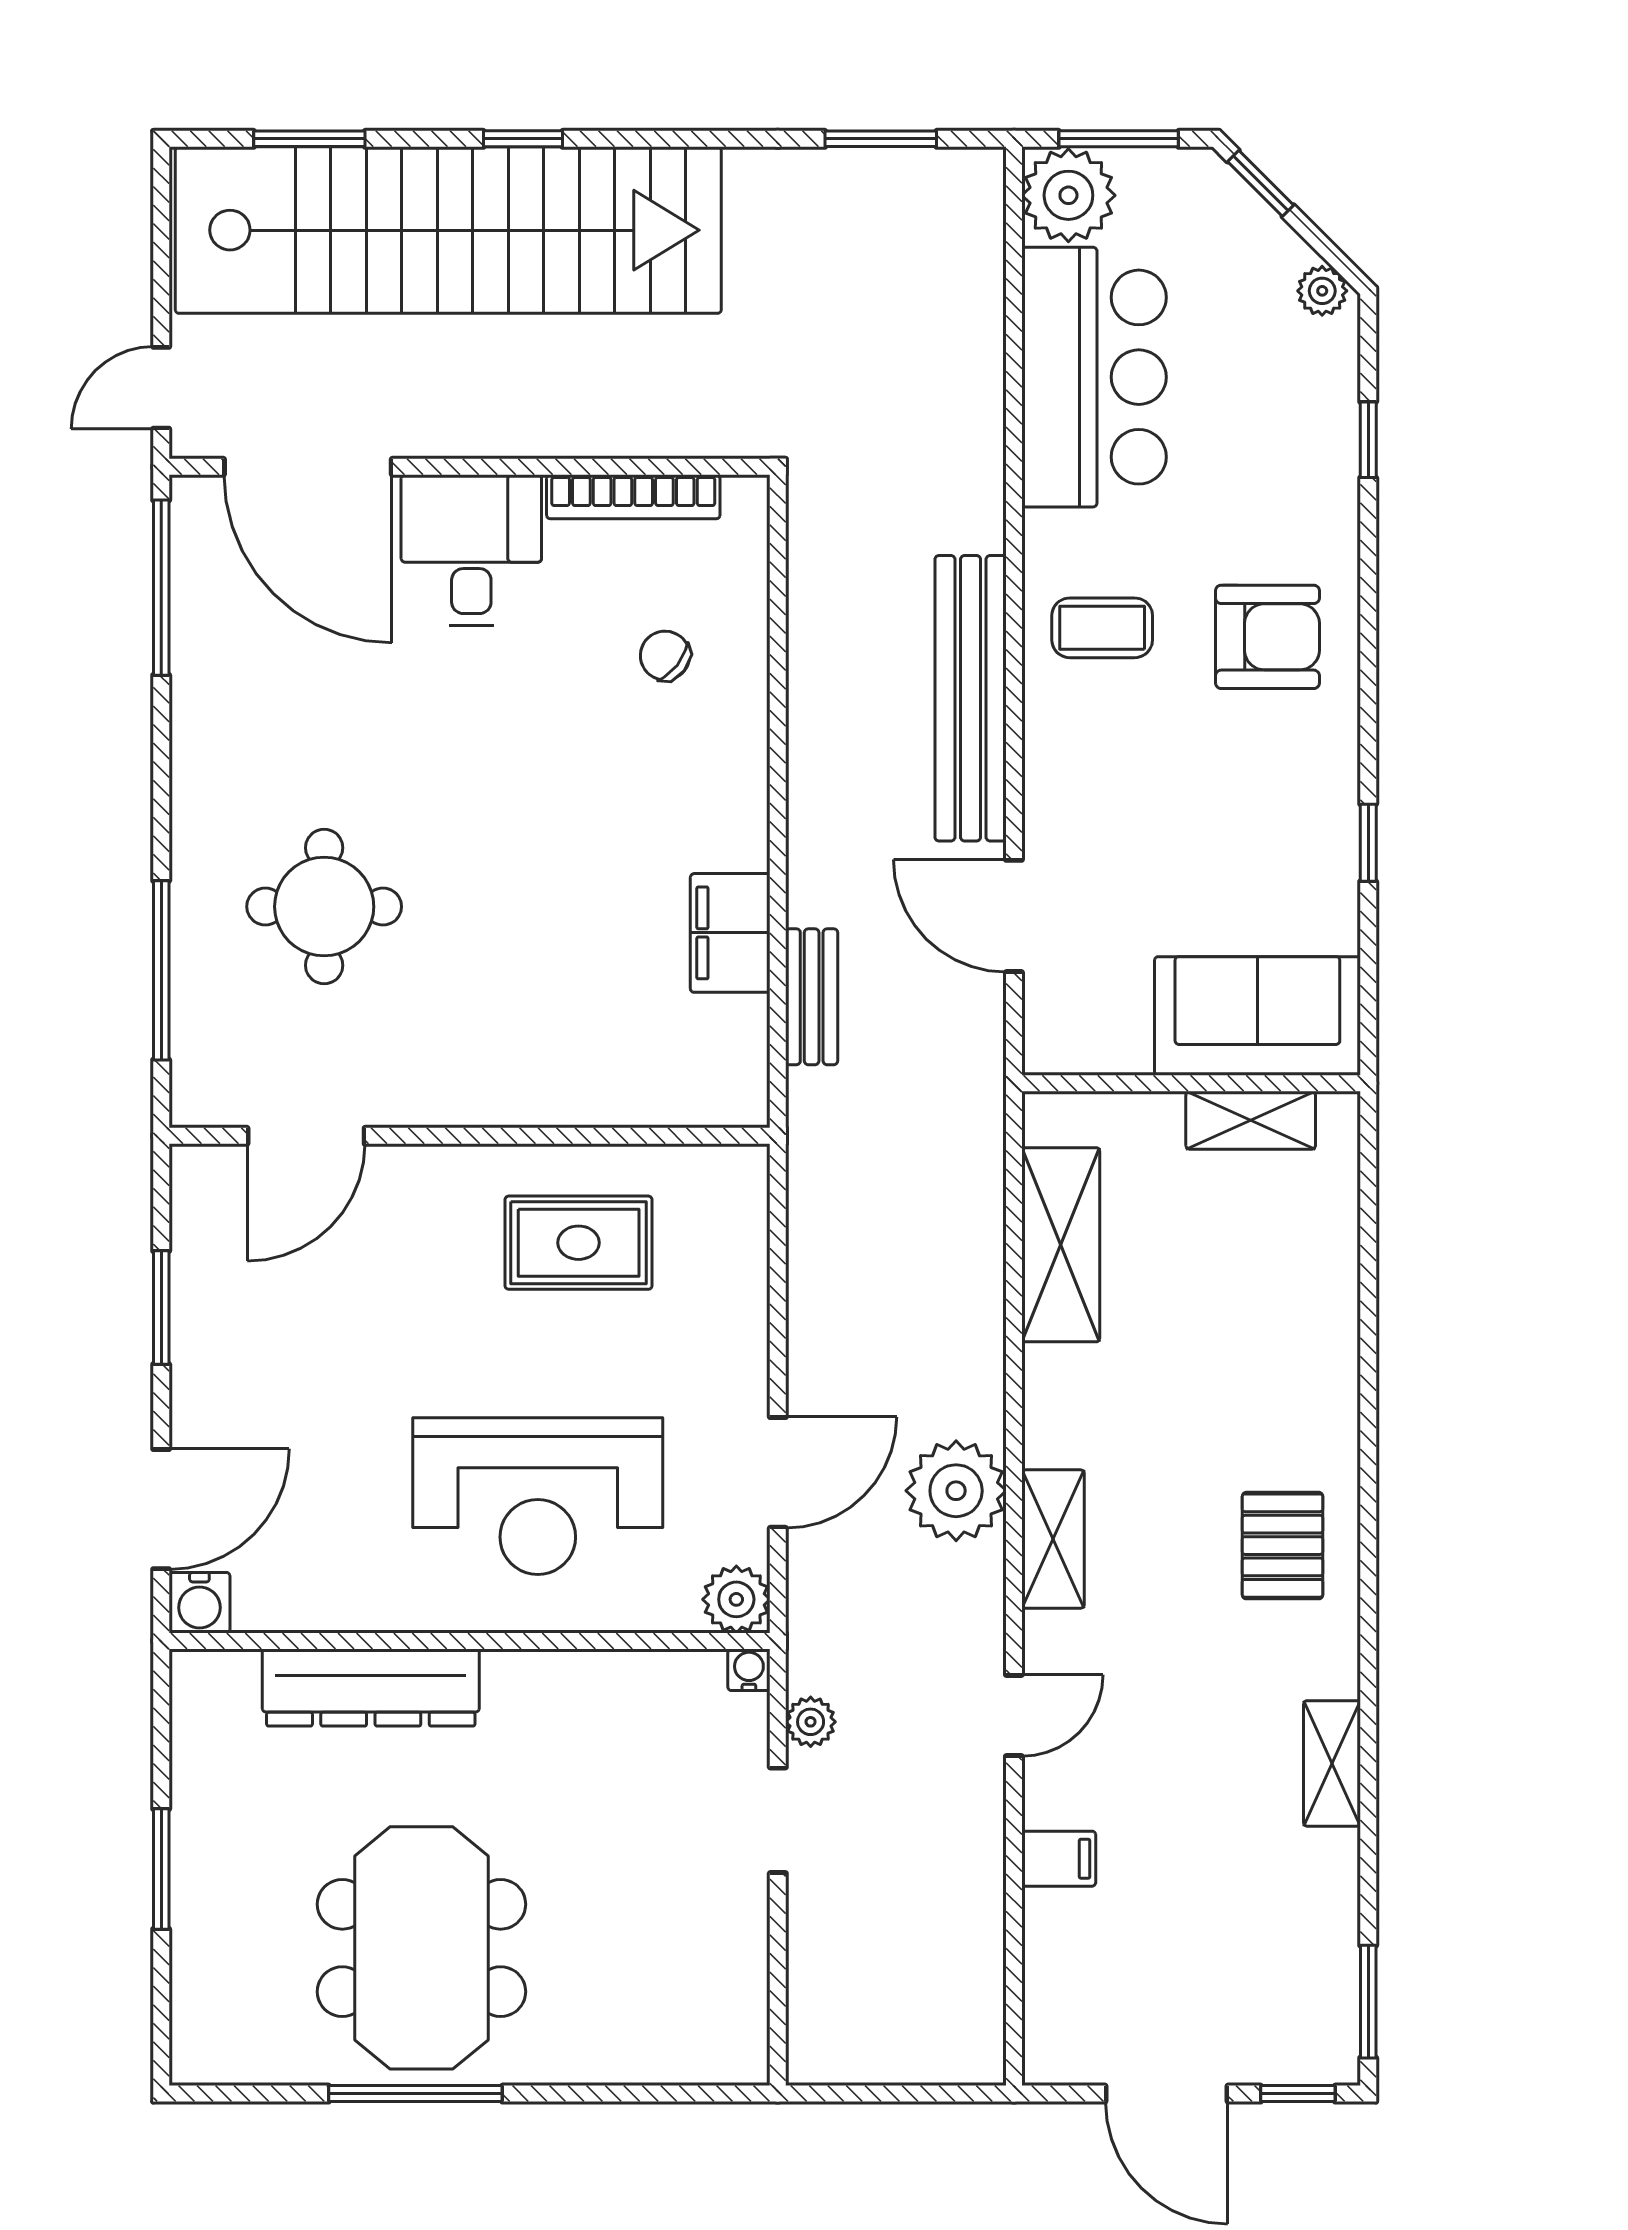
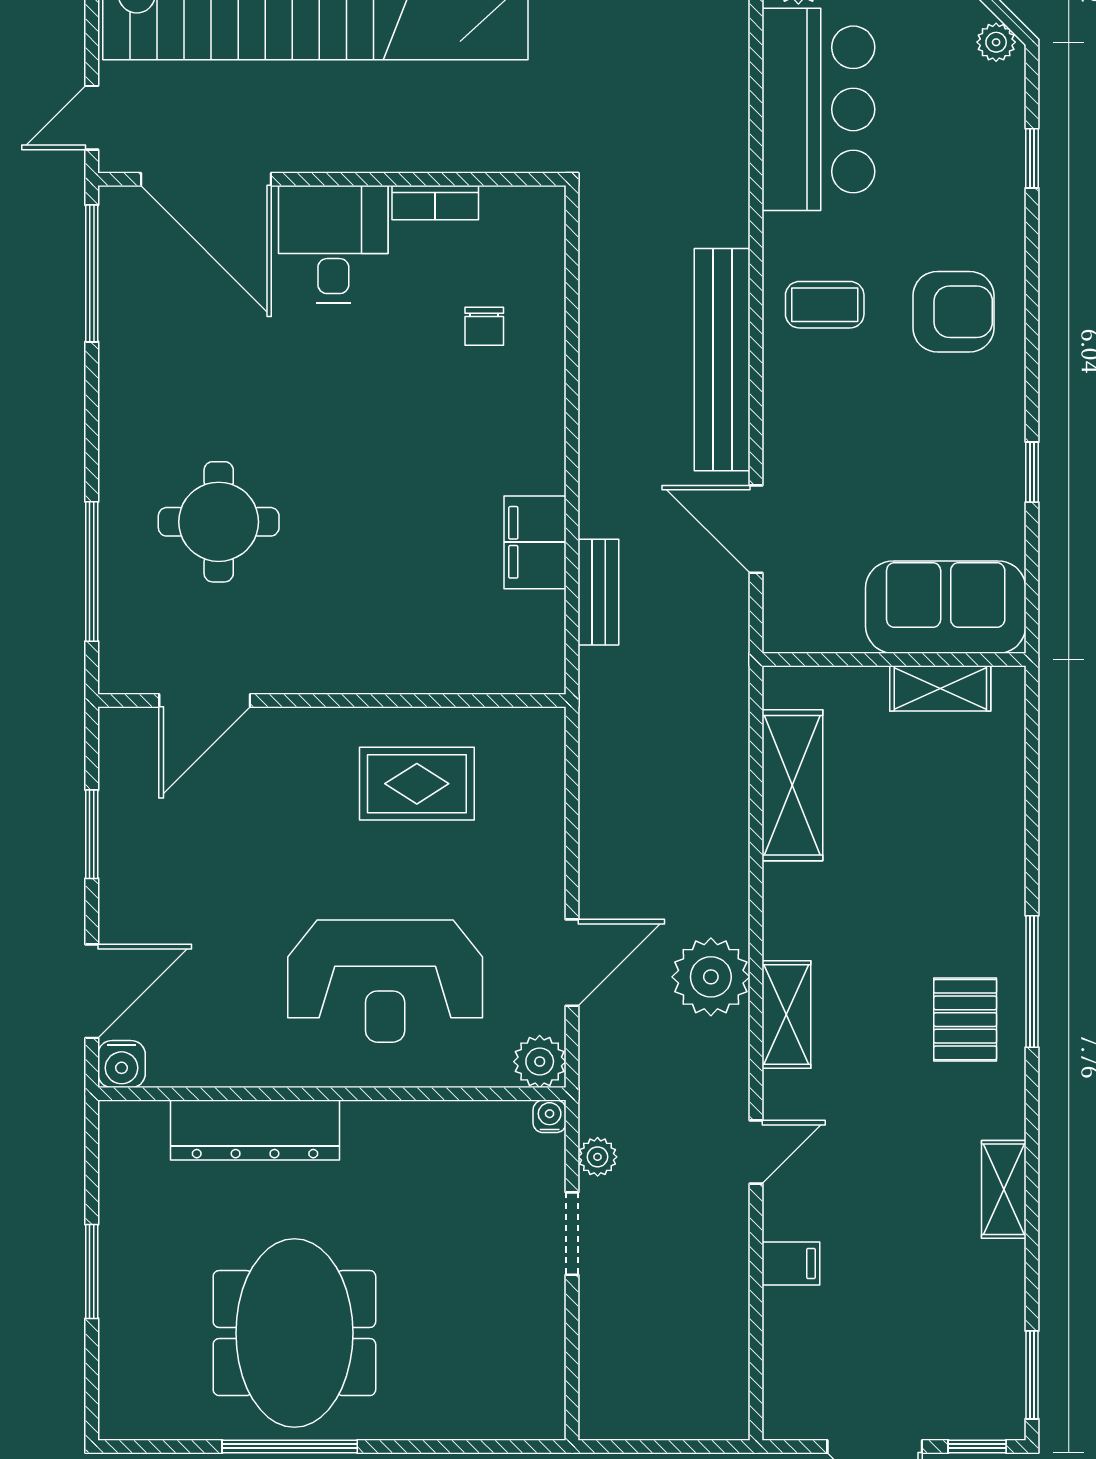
bookcase: (633, 497) -> (435, 203), width x0.64
chair: (665, 656) -> (484, 326), turned -128
window: (1368, 1497) -> (1032, 982), added

